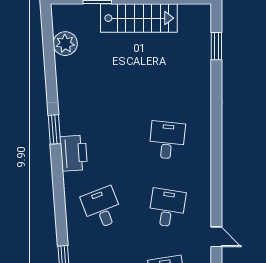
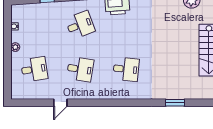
window: (216, 46) -> (175, 103), moved

